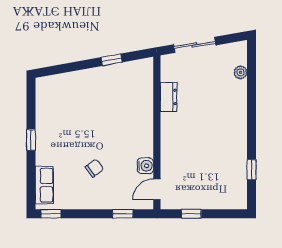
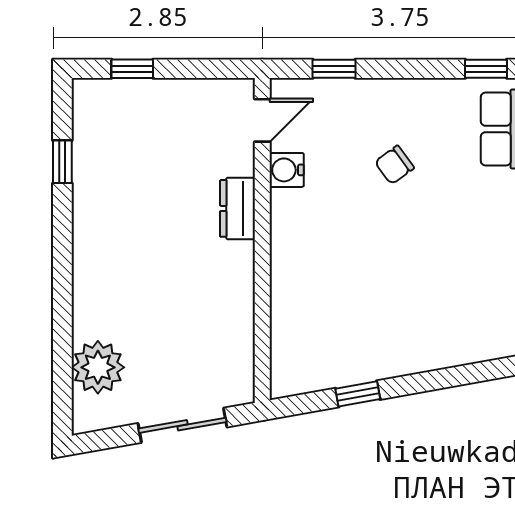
plant: (240, 72) -> (98, 367), width x1.87, depth x1.87
dresser: (169, 97) -> (237, 208), moved
window: (191, 214) -> (132, 69), moved

